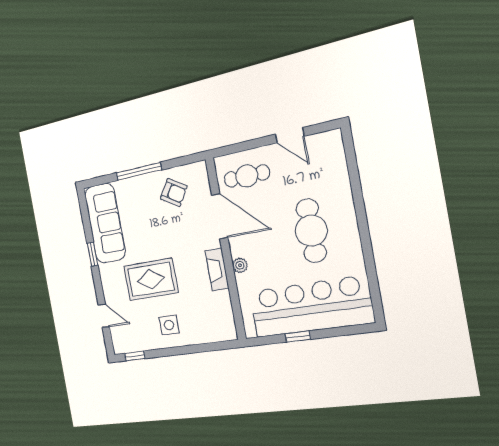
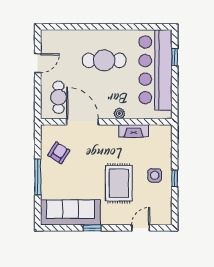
door: (220, 216) -> (82, 122), hinge flipped
fireplace: (217, 269) -> (134, 131), moved
window: (298, 336) -> (175, 57), moved
window: (135, 356) -> (175, 178), moved

